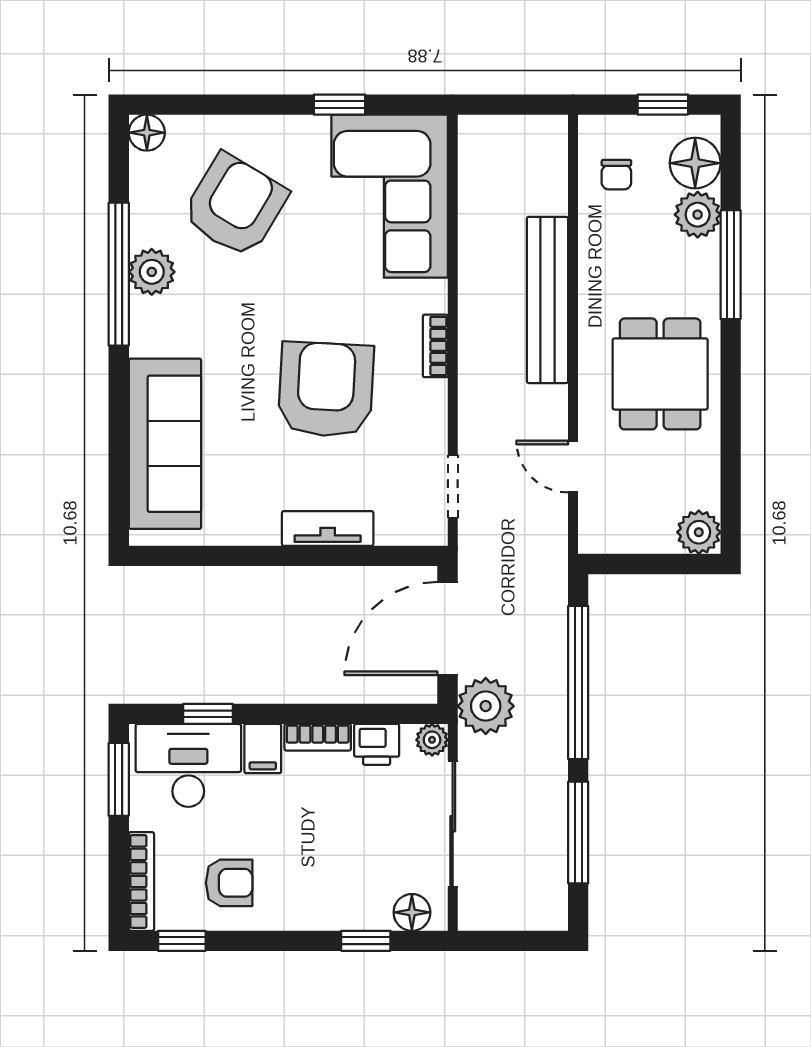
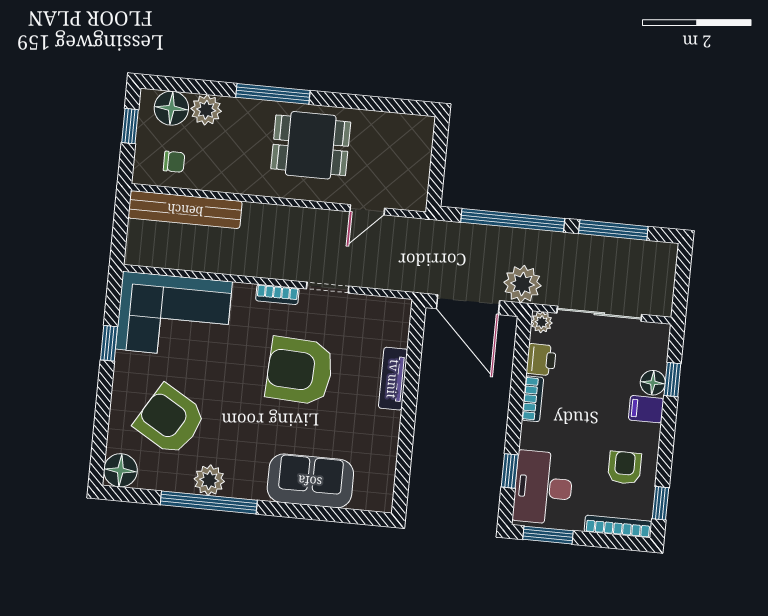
floor lamp: (147, 133) -> (120, 470), width x1.38, depth x1.38
window: (731, 265) -> (273, 94), moved
bench: (547, 300) -> (185, 210), moved
sofa: (165, 444) -> (310, 481), width x0.73
doorway: (453, 487) -> (328, 288), moved
plant: (699, 532) -> (420, 130), removed
filing cabinet: (263, 749) -> (646, 409), moved, turned 180
floor lamp: (412, 912) -> (653, 383), moved

